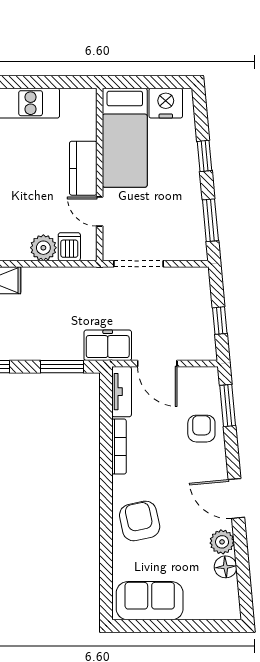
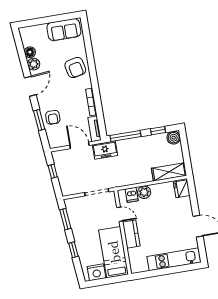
window: (62, 367) -> (125, 136), width x1.44
window: (228, 405) -> (39, 120), moved
door: (236, 498) -> (30, 86), hinge flipped

